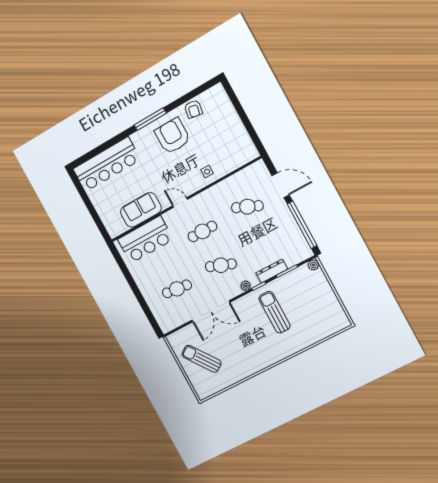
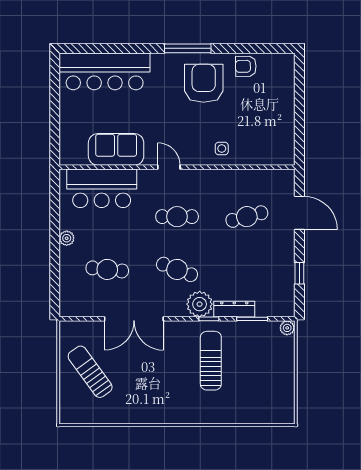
armchair: (193, 109) -> (246, 66), turned 79
cafe table: (247, 207) -> (247, 217), turned -39
window: (302, 225) -> (299, 273), width x0.32
plant: (141, 283) -> (67, 238), added
plant: (246, 286) -> (200, 304), width x1.87, depth x1.87

